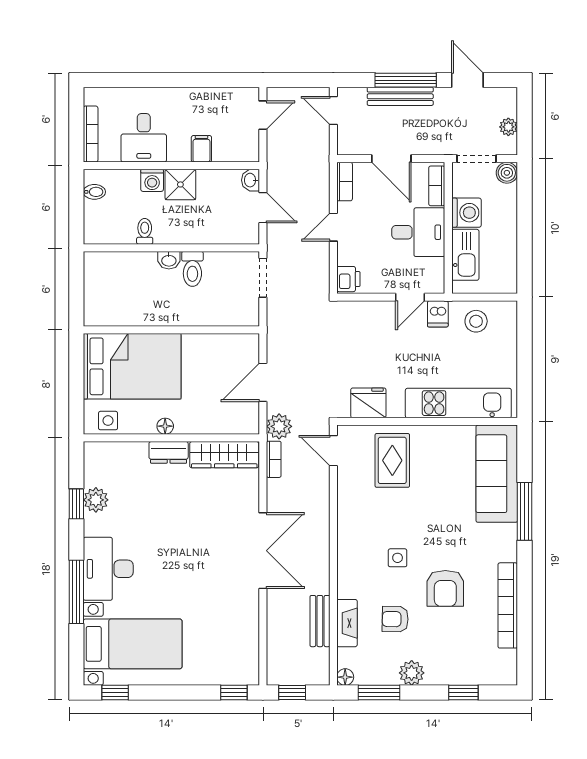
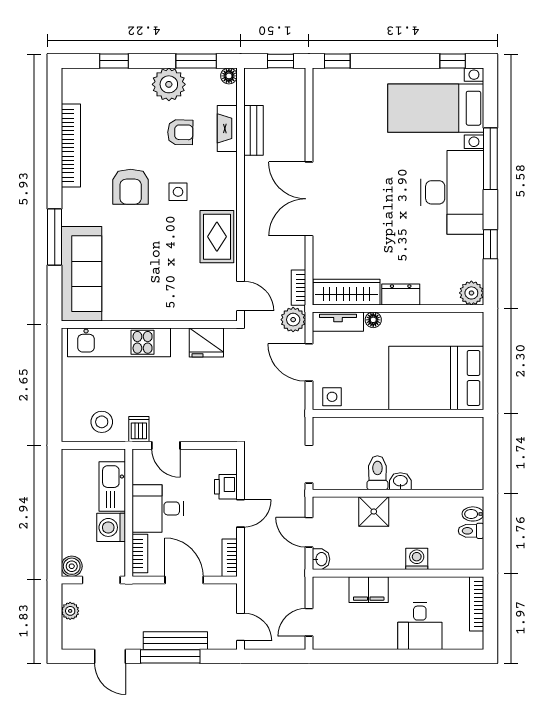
desk: (144, 138) -> (420, 626), moved, turned 180
filing cabinet: (201, 149) -> (369, 590), width x2.00
shower: (180, 184) -> (374, 512), moved
bidet: (94, 192) -> (473, 514), moved
toilet: (145, 231) -> (471, 531), moved, turned 90
printer: (348, 279) -> (226, 487), moved
door: (410, 297) -> (166, 445), swing flipped
door: (263, 382) -> (309, 362), swing flipped
side table: (108, 421) -> (332, 397), moved
tv unit: (233, 424) -> (338, 322), added
floor lamp: (165, 426) -> (373, 320), moved
rug: (392, 460) -> (217, 237), moved
plant: (96, 500) -> (471, 293), moved
desk: (108, 569) -> (452, 192), width x1.36, depth x1.30
armchair: (445, 588) -> (131, 187), moved, turned 180
plant: (412, 673) -> (169, 84), width x1.36, depth x1.36

